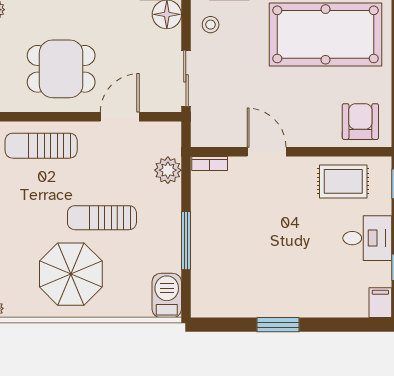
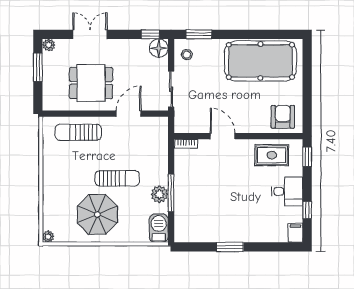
plant: (168, 170) -> (159, 194), moved
sun lounger: (102, 218) -> (117, 178), turned 180

